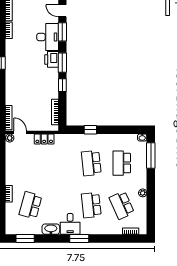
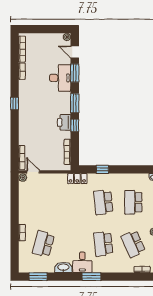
printer: (52, 59) -> (64, 122), moved
locker: (44, 139) -> (77, 179), moved

